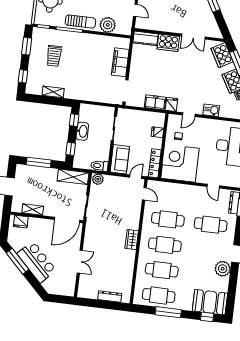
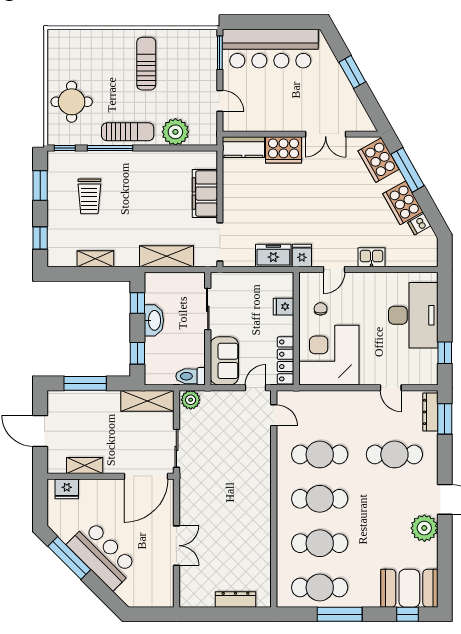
shelving: (94, 95) -> (166, 256), added
wardrobe: (132, 240) -> (261, 497), removed

